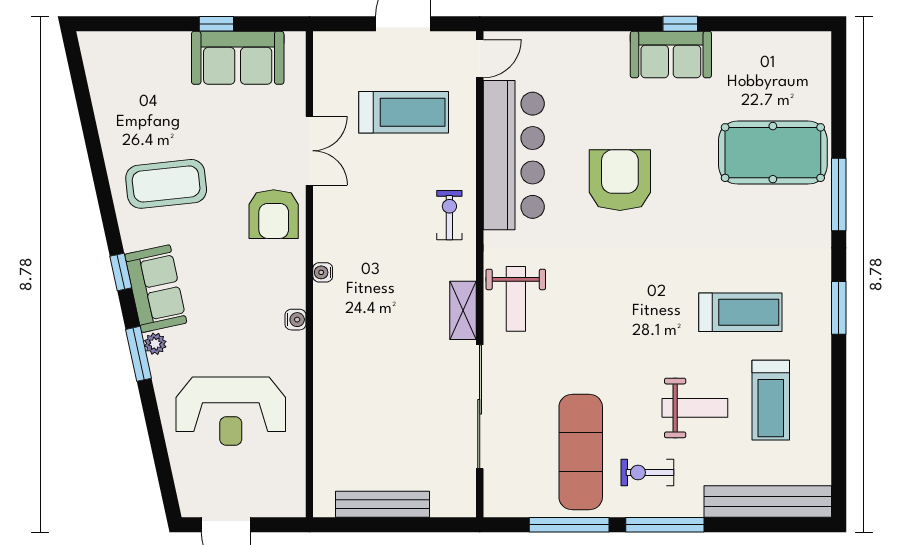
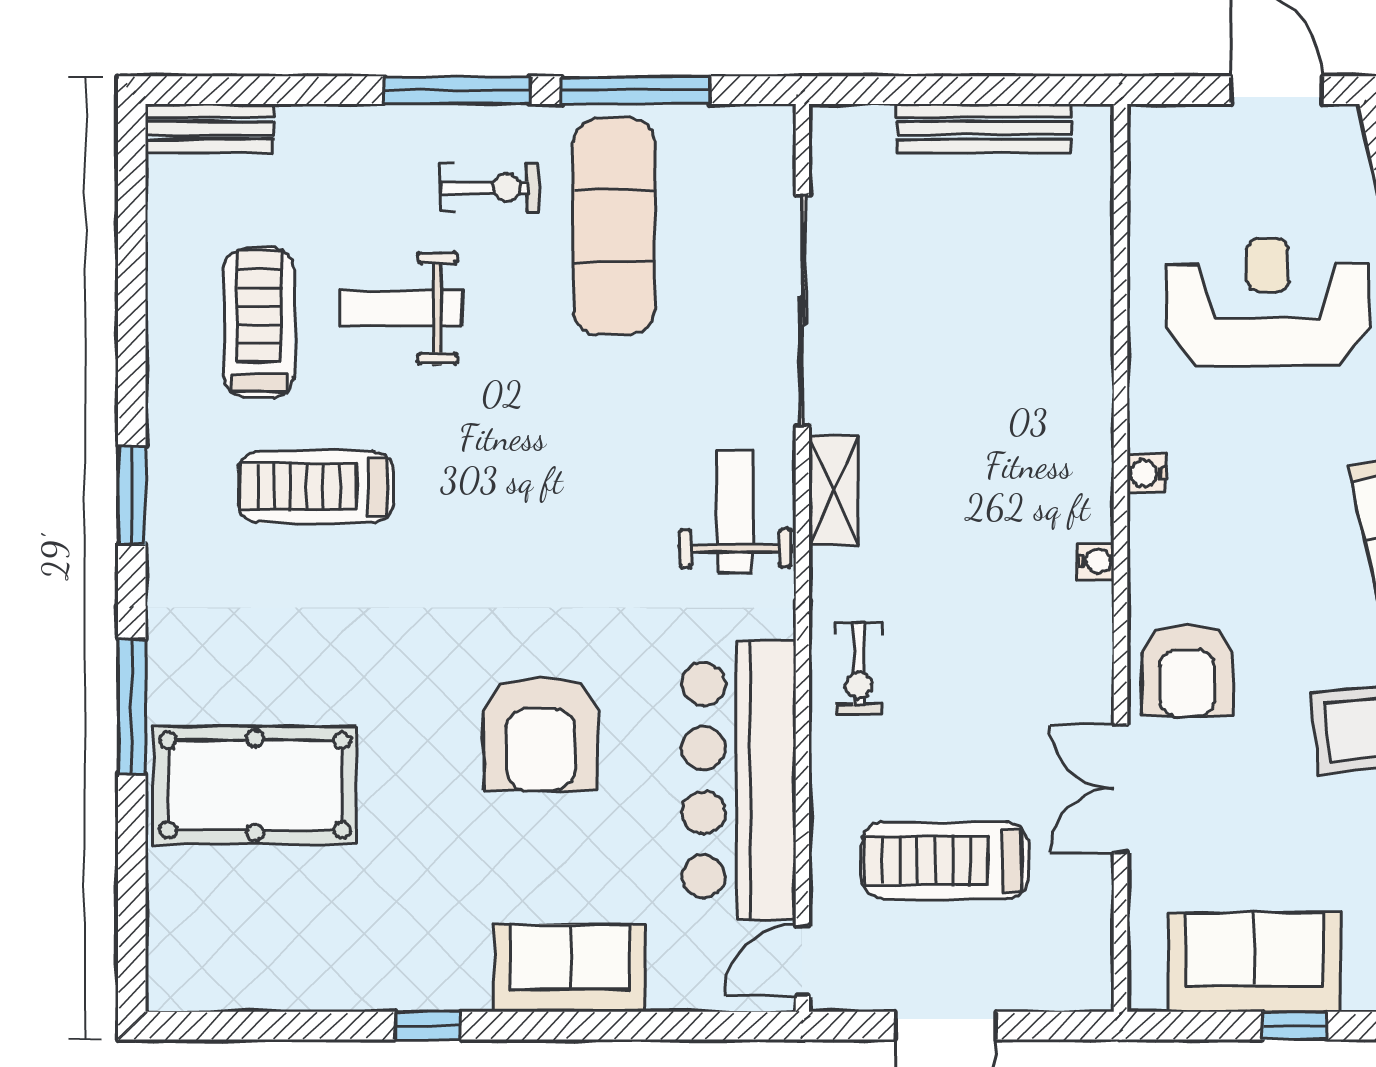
sofa: (671, 55) -> (570, 968), moved
armchair: (274, 214) -> (1187, 670), turned 180
bench: (768, 502) -> (209, 128), width x0.54, depth x0.82

